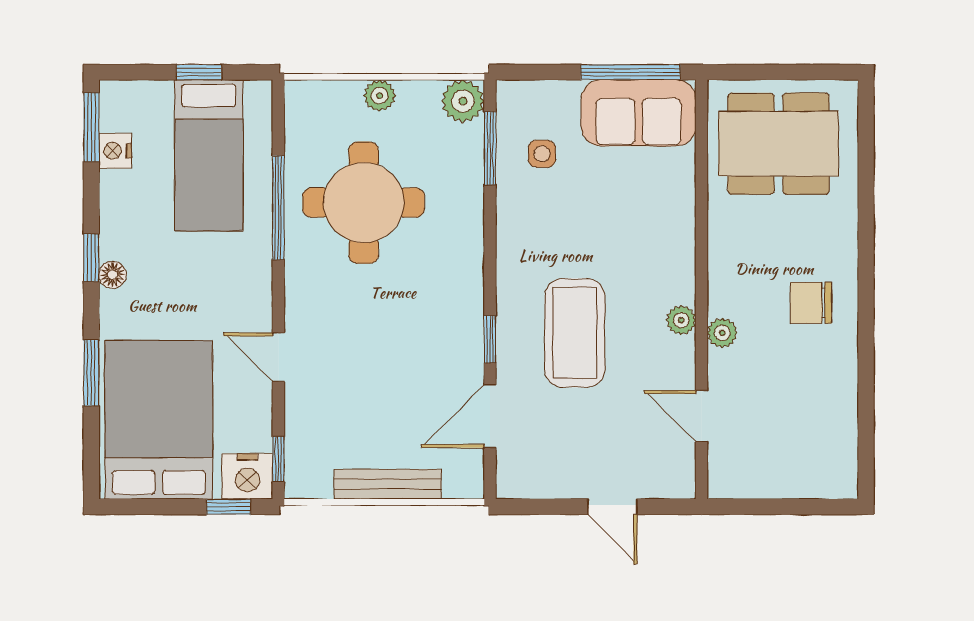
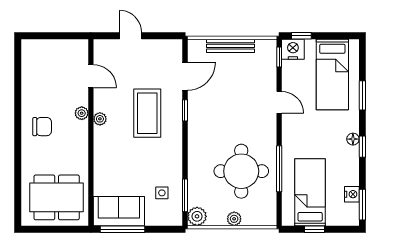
bed: (159, 420) -> (332, 75), width x0.67

